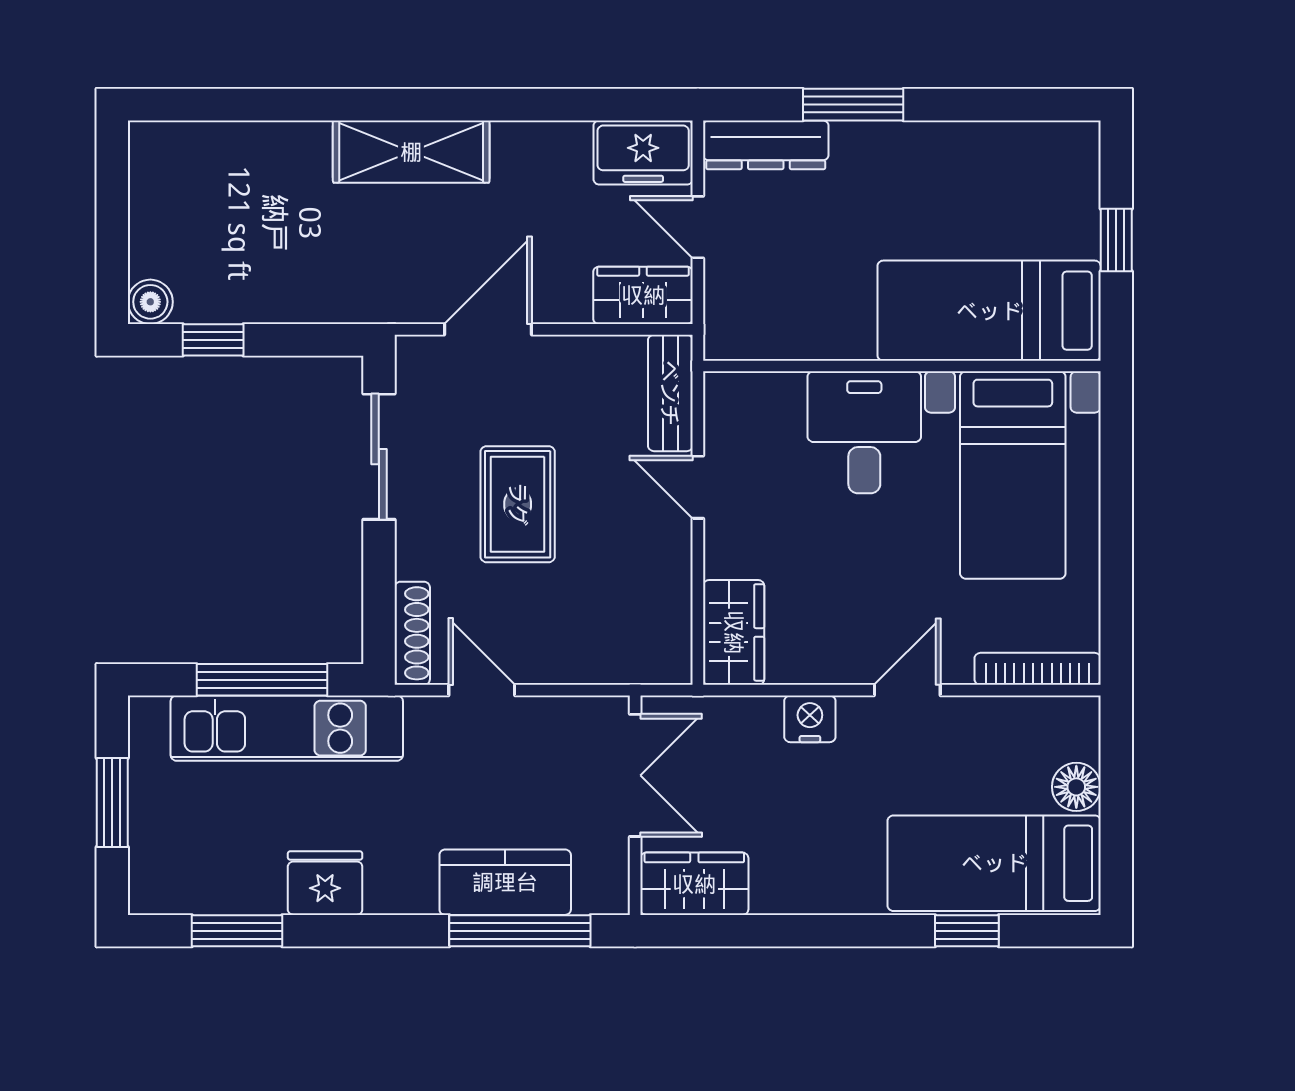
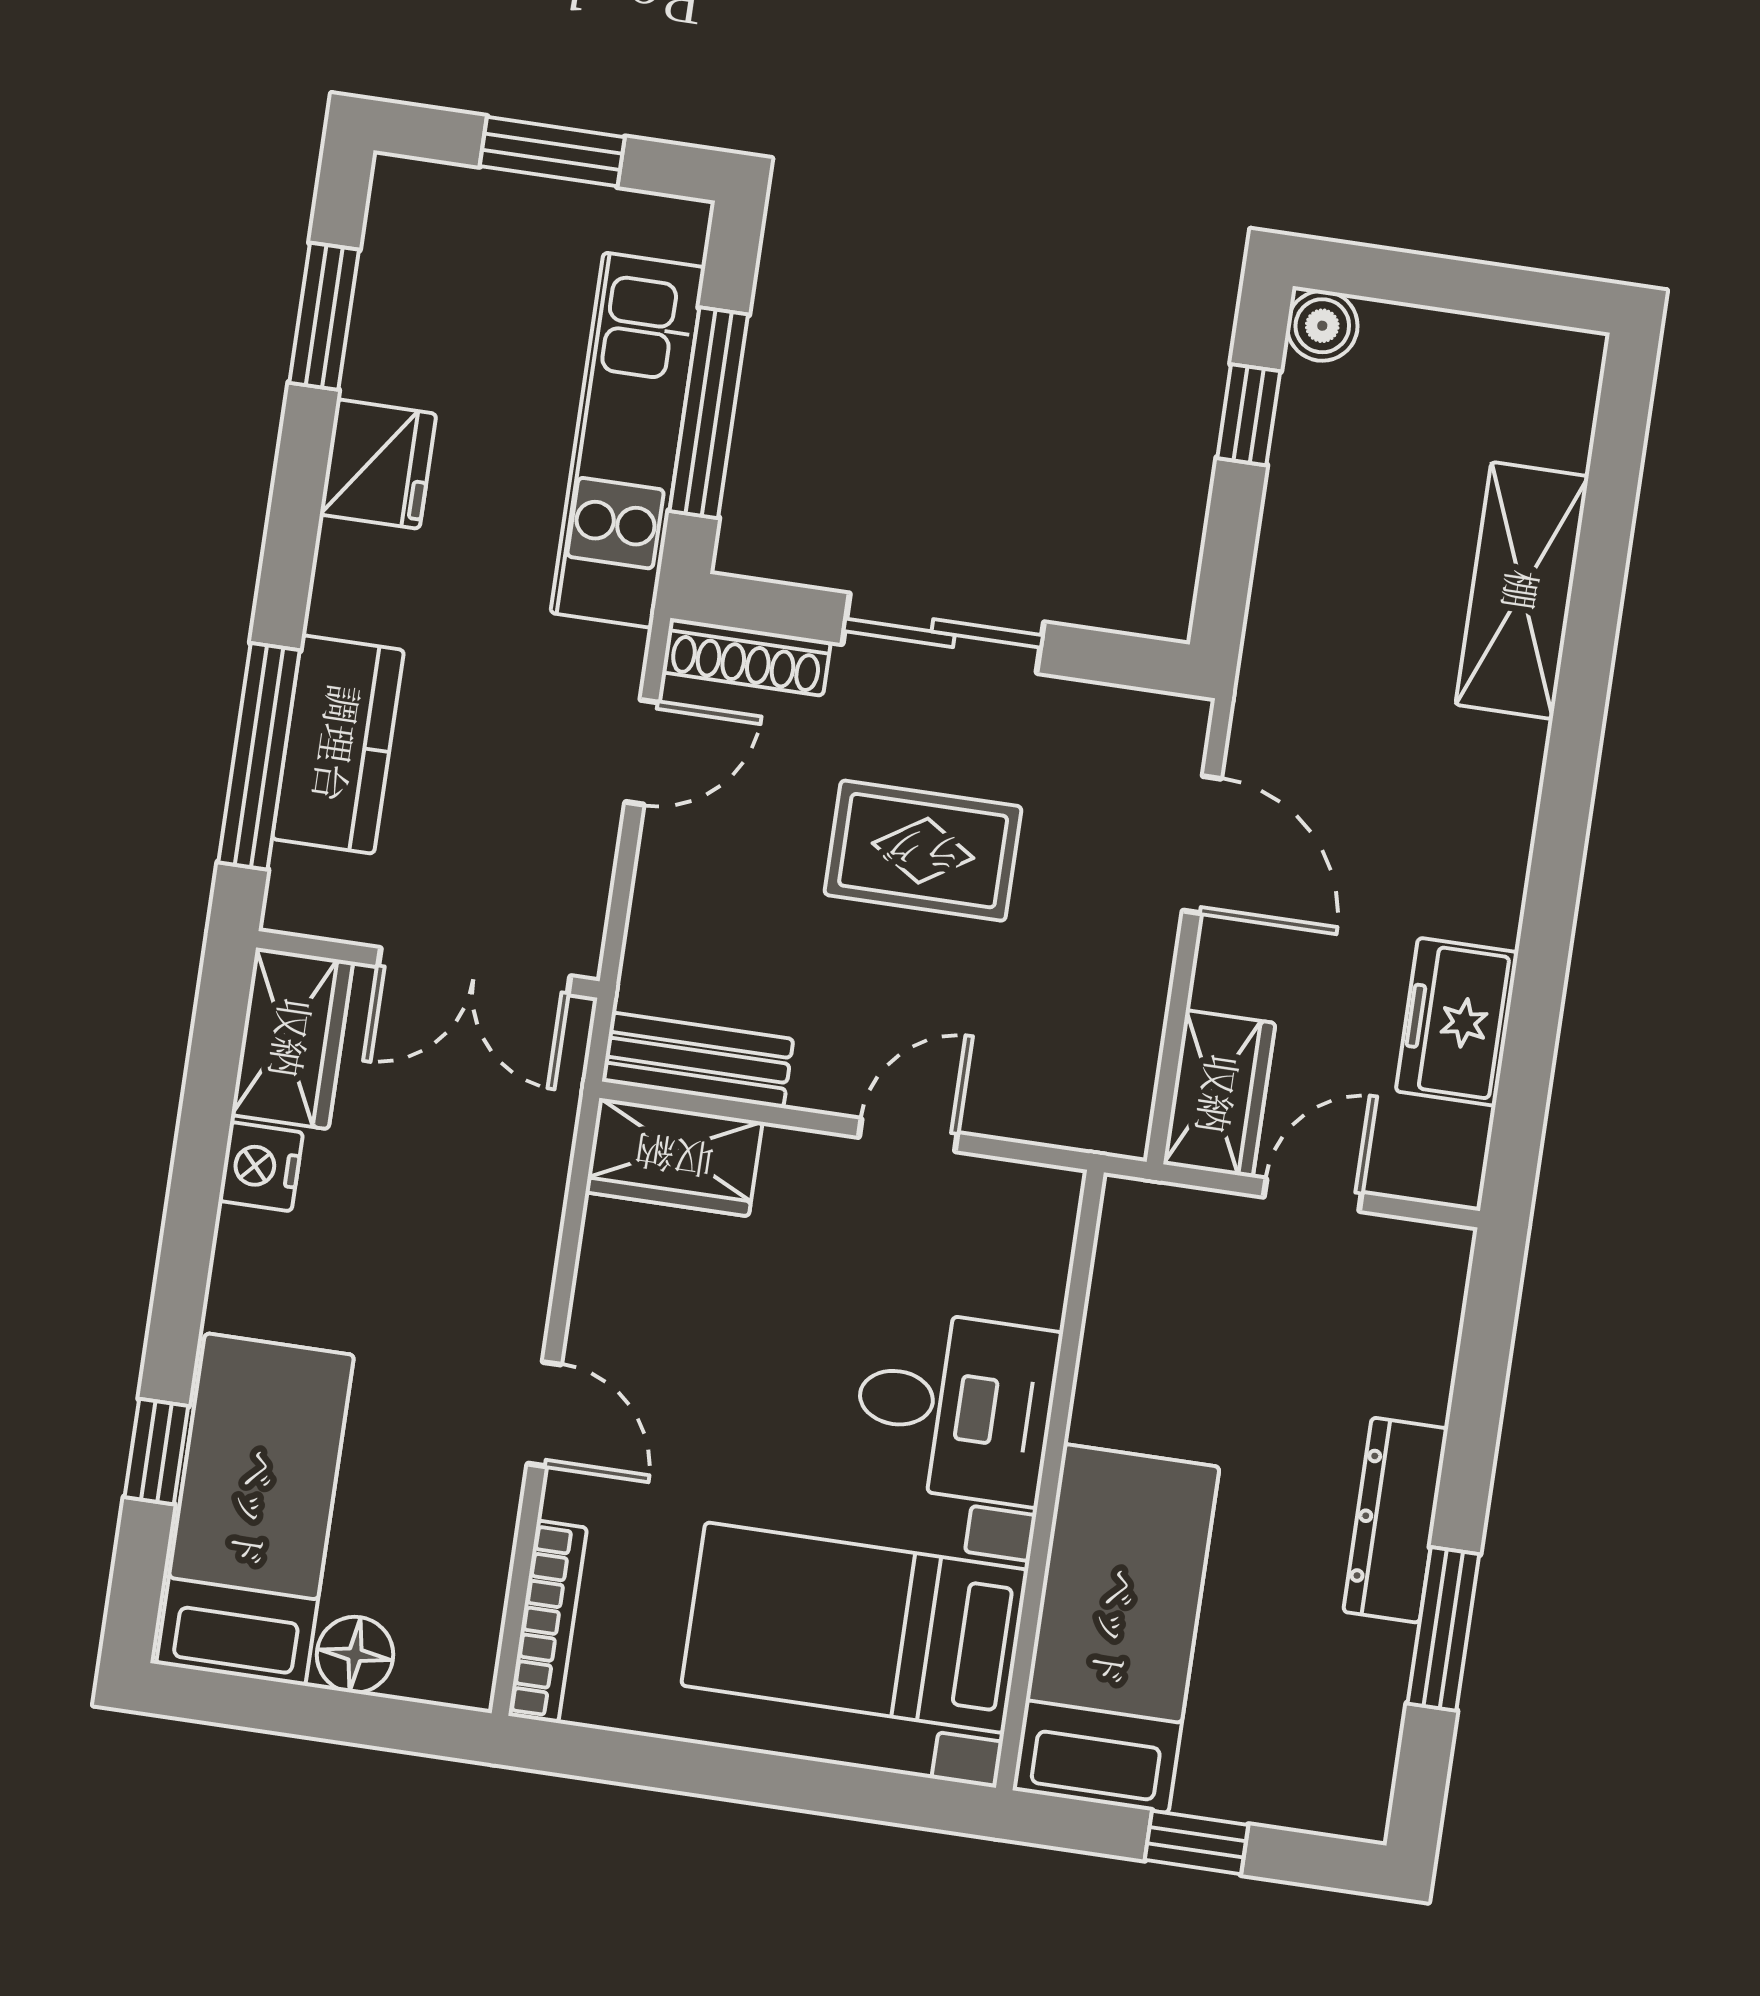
window: (853, 105) -> (1443, 1629), moved
dresser: (766, 145) -> (1396, 1520), moved
shelving: (411, 152) -> (1522, 590), moved
freezer: (643, 152) -> (1457, 1022), moved
bench: (670, 393) -> (698, 1060), moved
sliding door: (379, 457) -> (943, 633), moved
nightstand: (810, 719) -> (261, 1167), moved, turned 180

